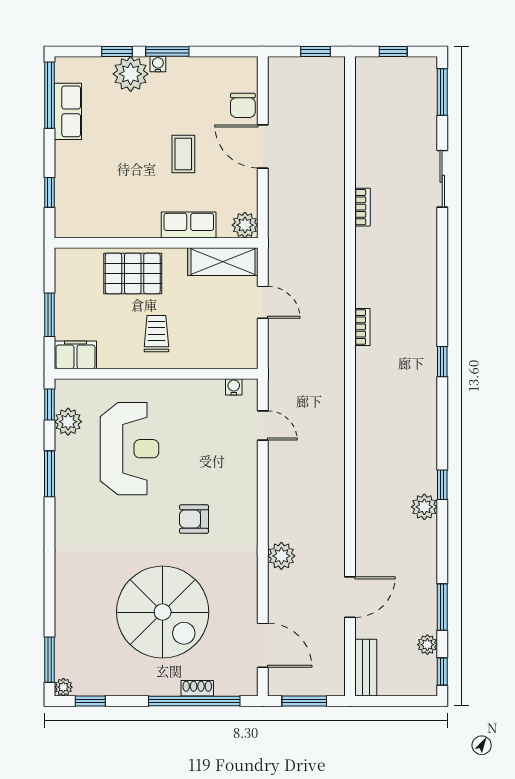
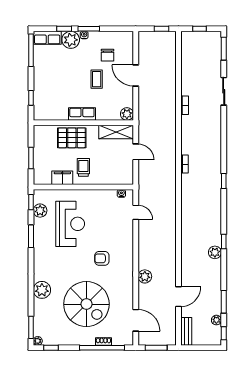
chair: (243, 105) -> (108, 55), moved
row of seats: (68, 111) -> (47, 38), moved, turned 90
row of seats: (189, 225) -> (82, 114), moved
filing cabinet: (75, 355) -> (62, 178), moved
plant: (72, 583) -> (42, 290), added

